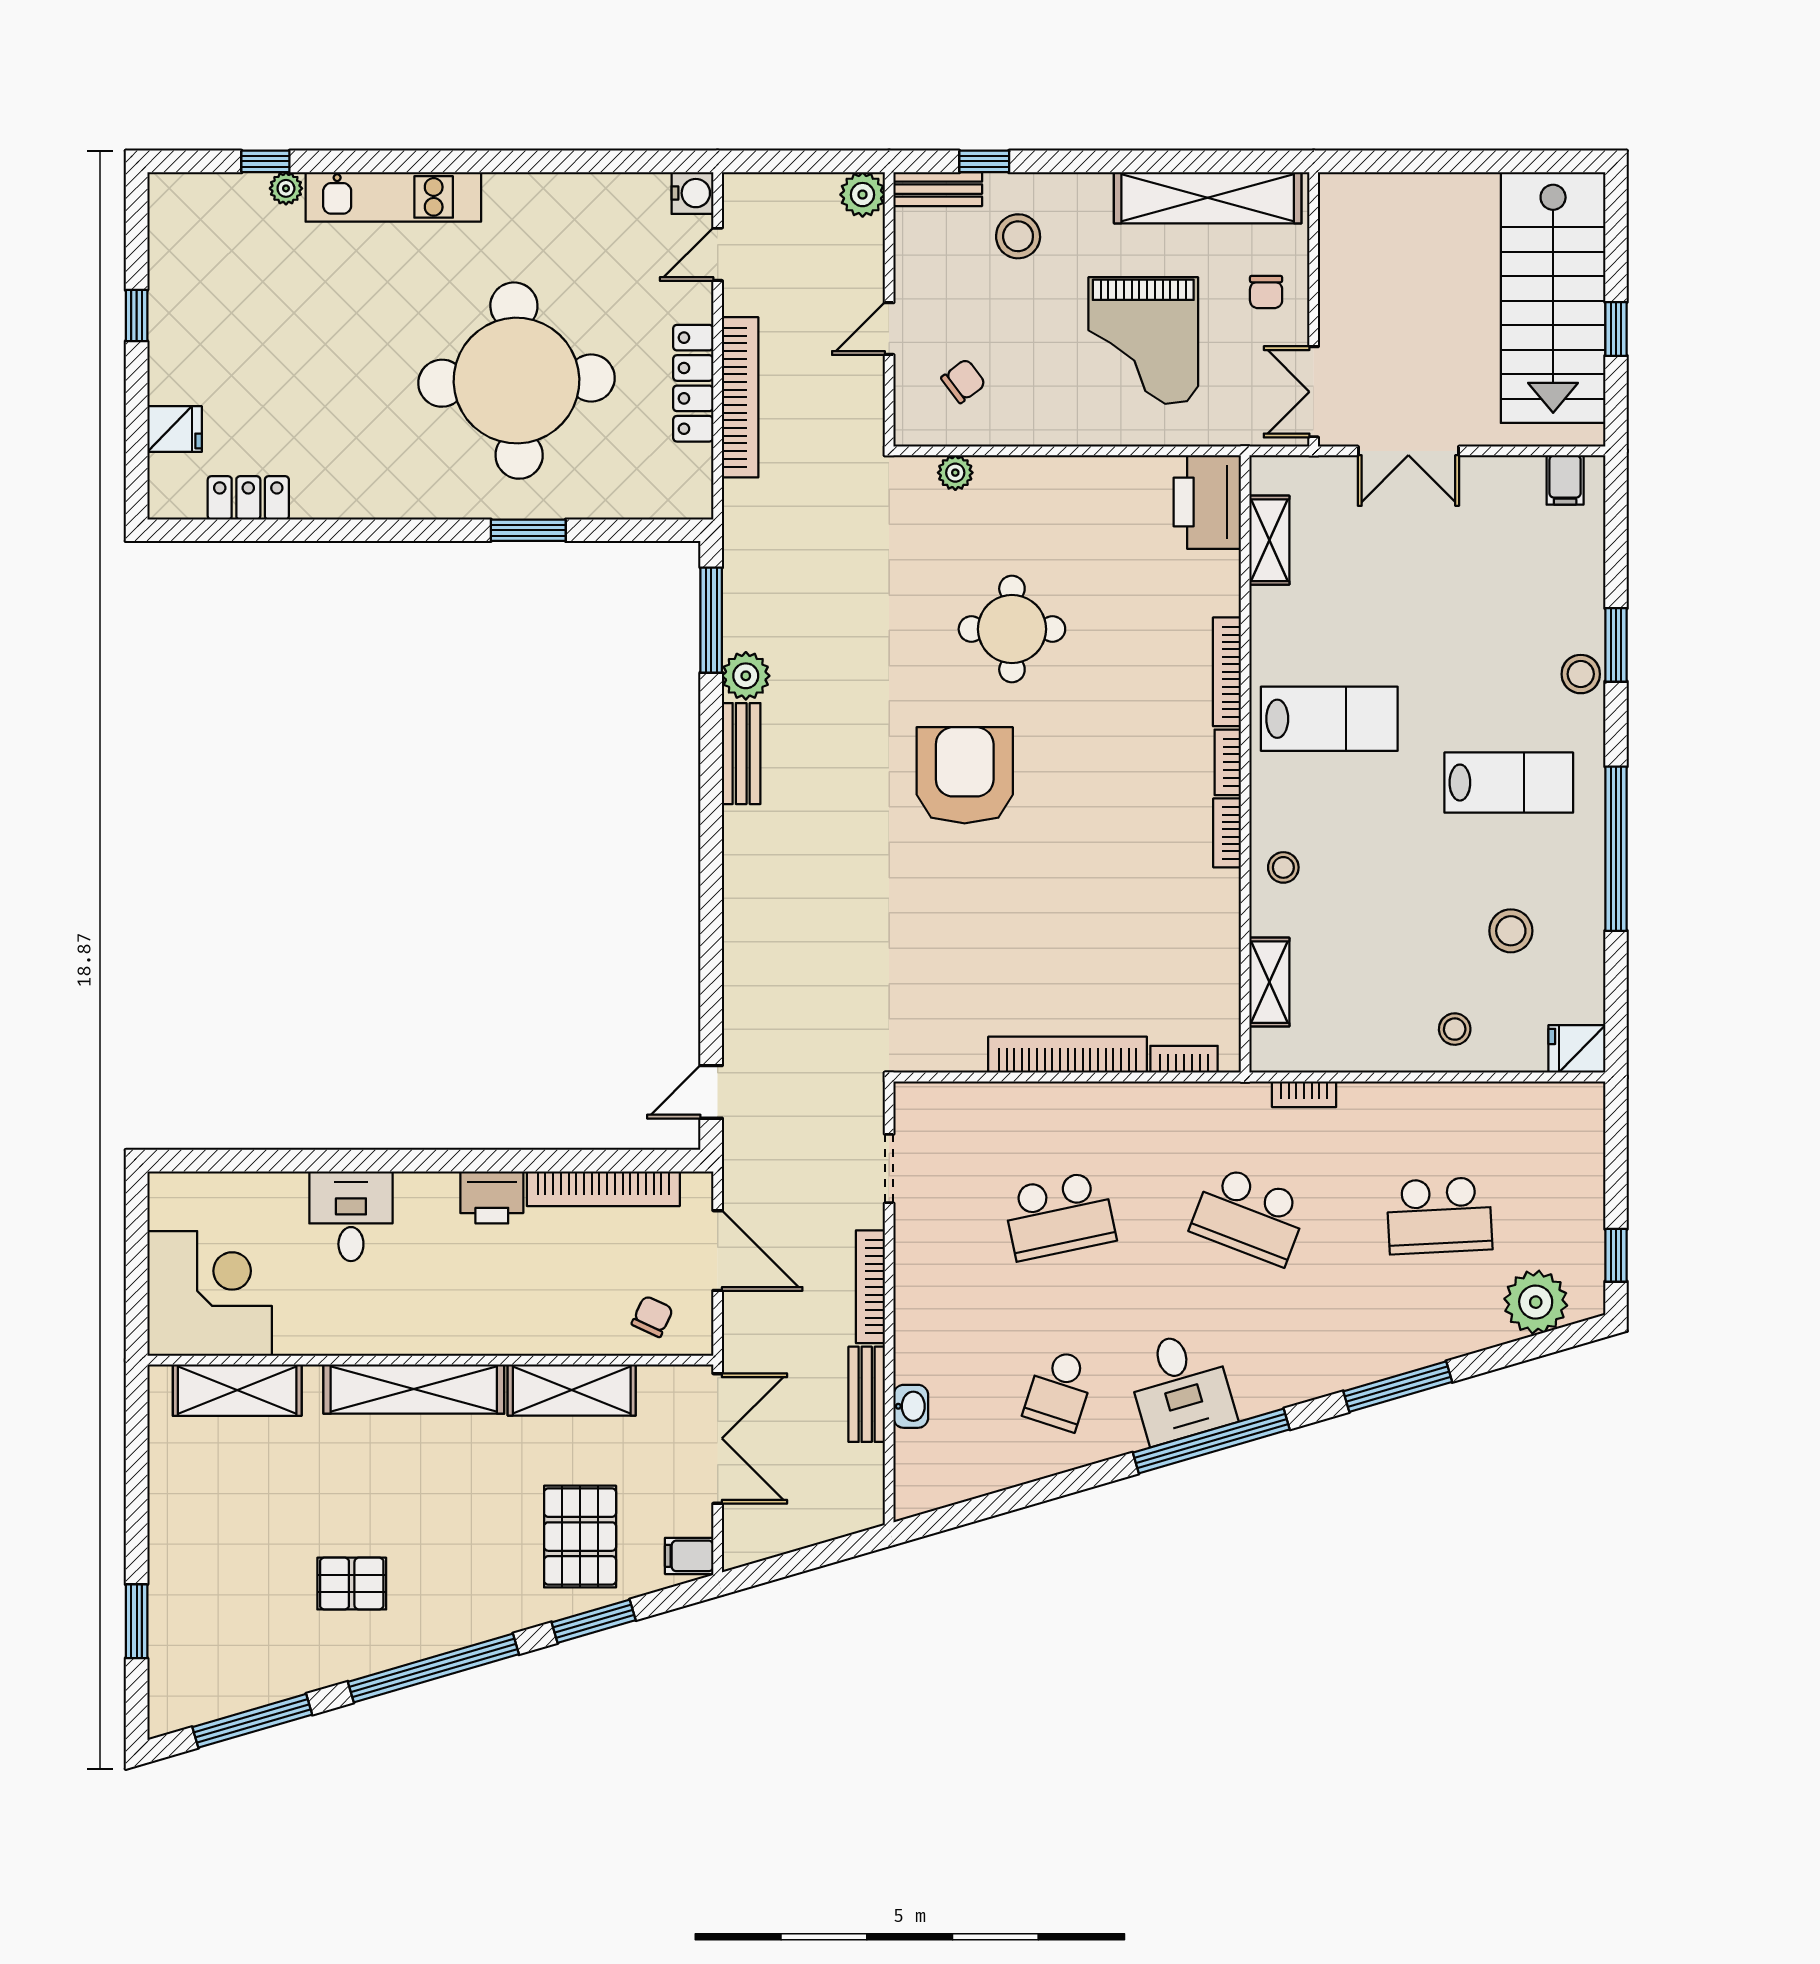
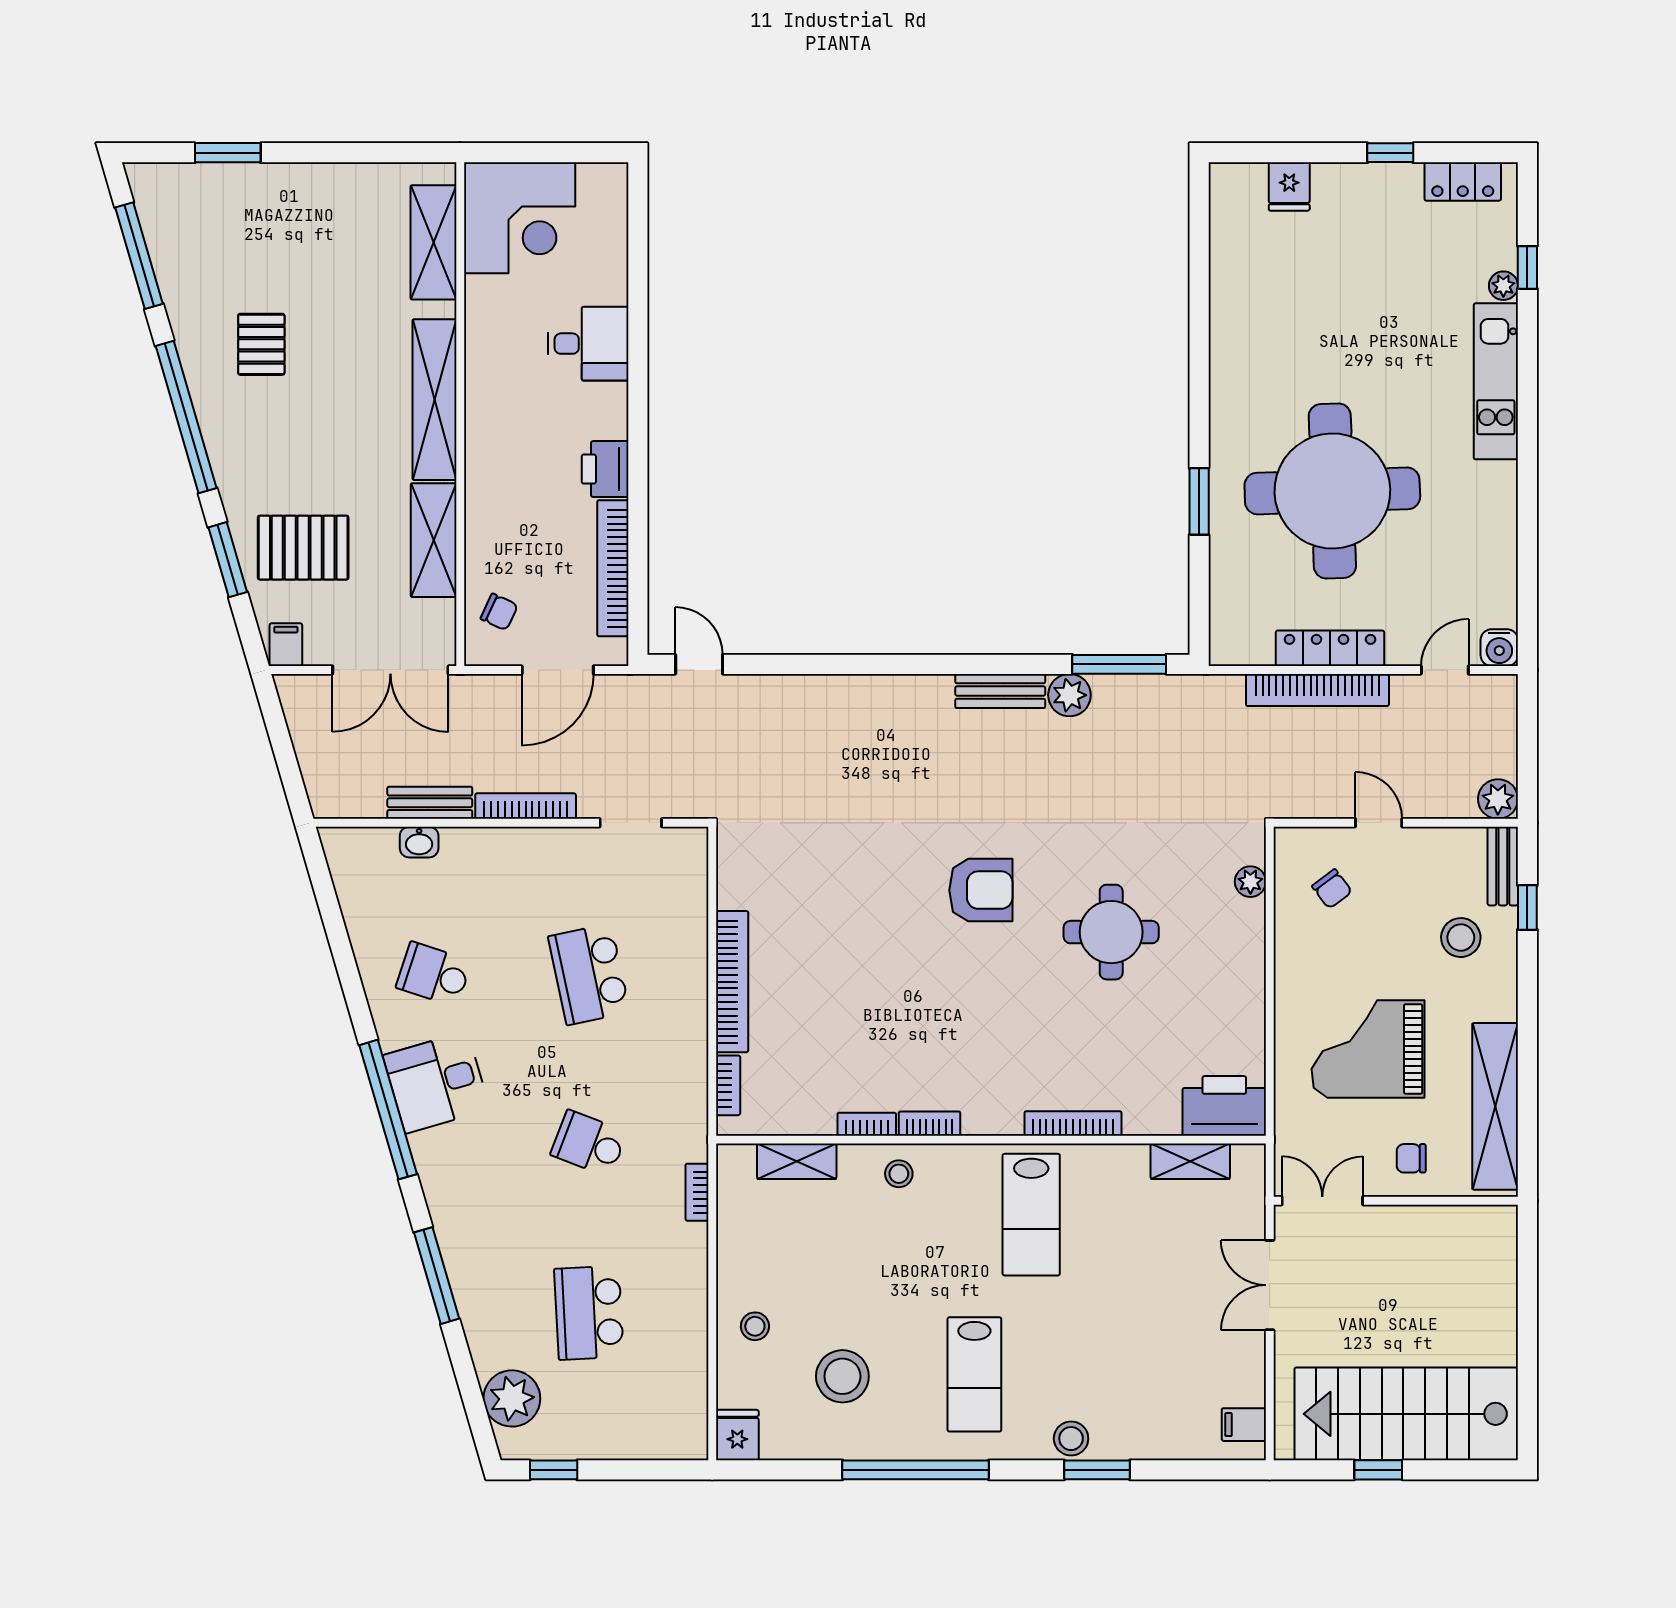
door: (718, 254) -> (1445, 670), hinge flipped
locker: (248, 498) -> (1463, 182), moved, turned 90
bookcase: (1228, 762) -> (867, 1124), moved
armchair: (965, 775) -> (981, 890), width x0.73, depth x0.73
stool: (1511, 931) -> (842, 1376), width x1.38, depth x1.38
school desk: (1249, 1216) -> (589, 1143), width x0.54

